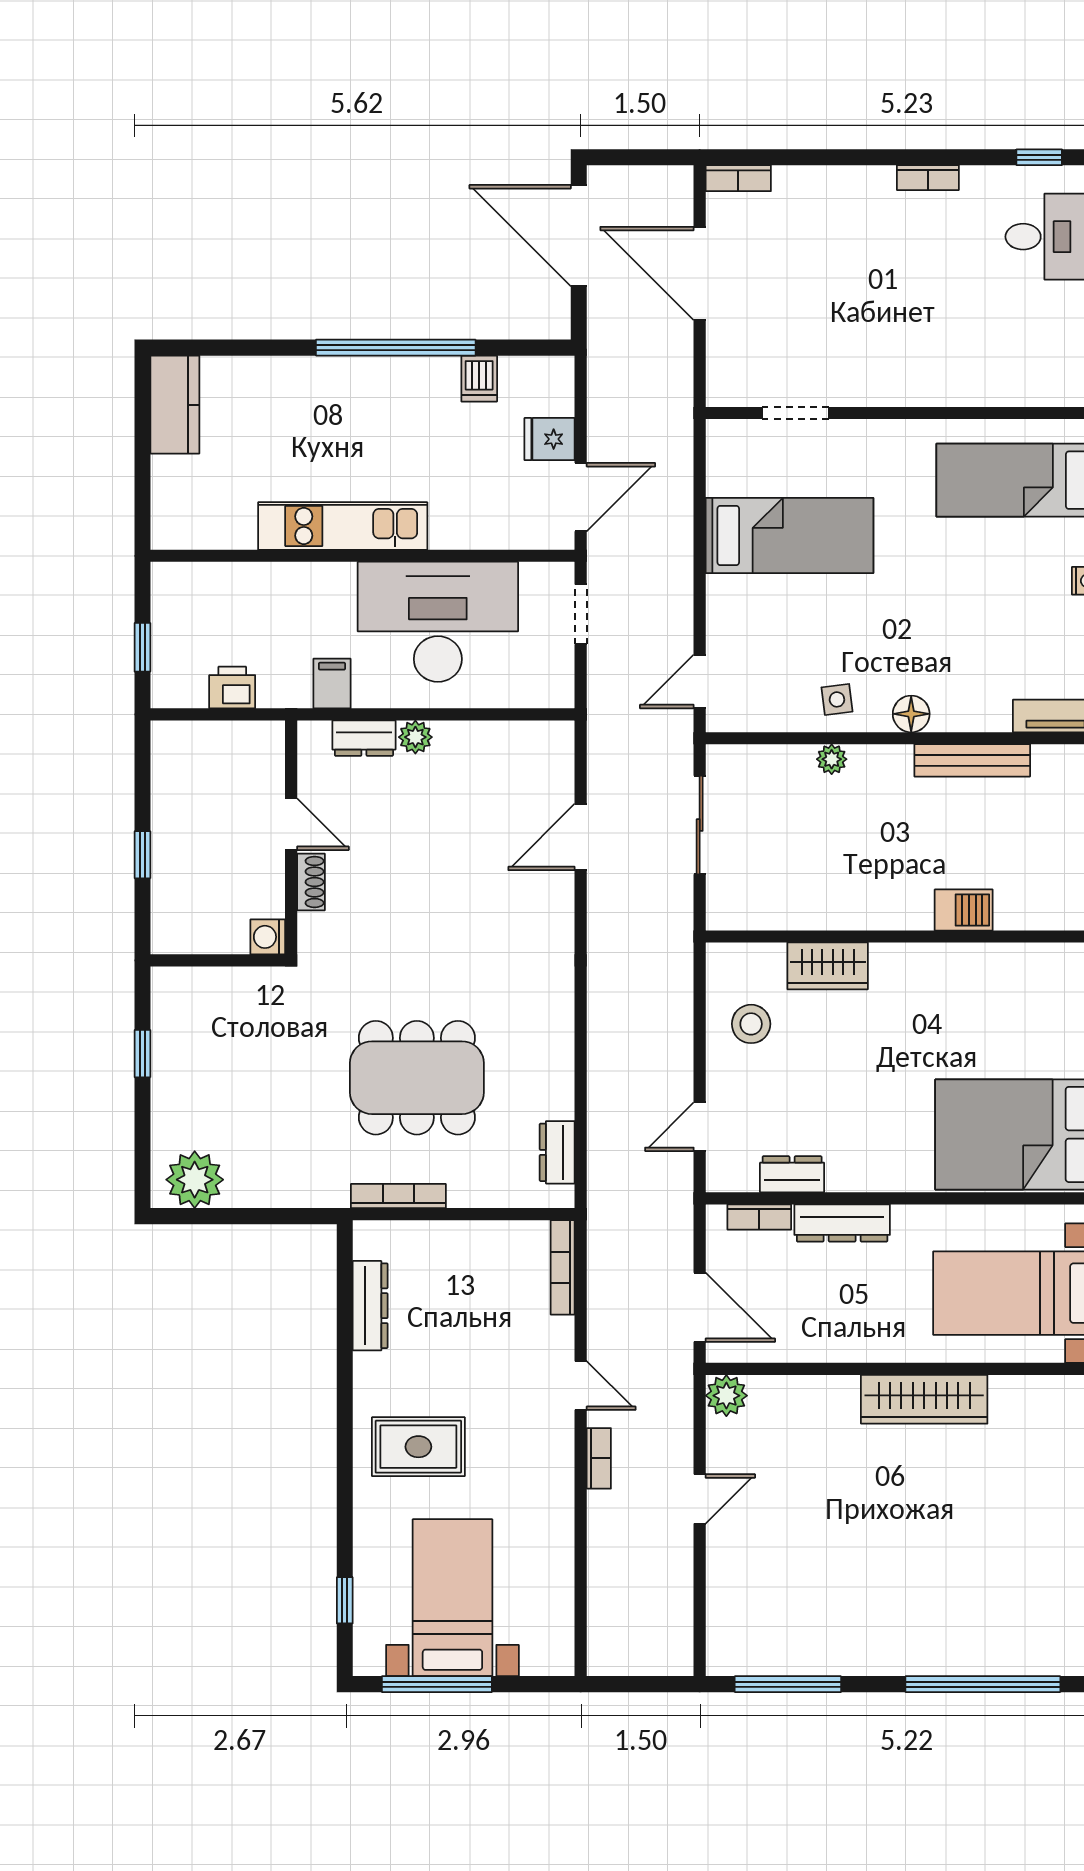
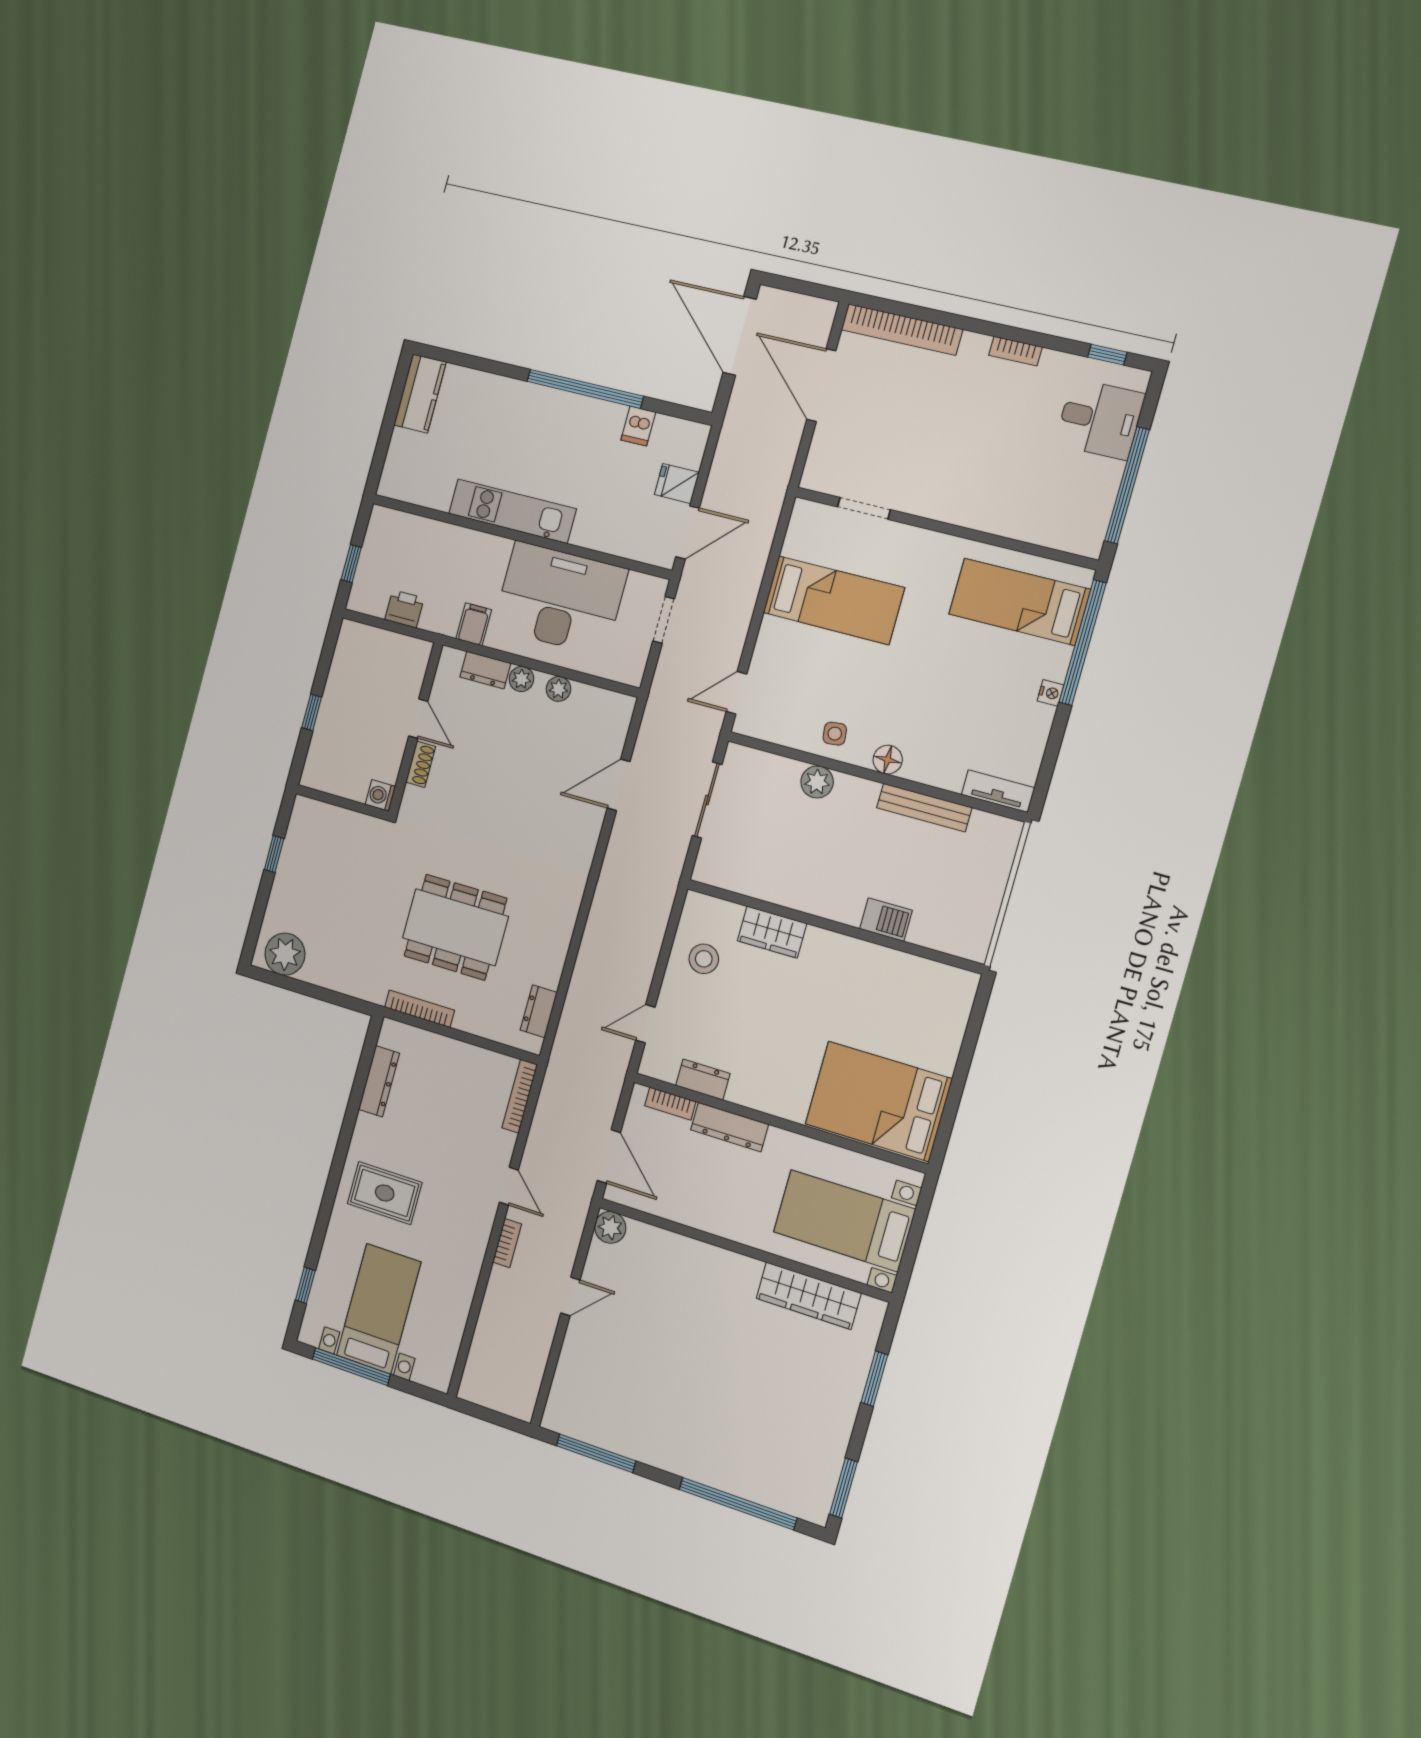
bookcase: (738, 178) -> (902, 330), width x2.31, depth x1.31
plant: (468, 737) -> (558, 689), added
plant: (832, 759) -> (817, 782), width x1.38, depth x1.38
wardrobe: (924, 1399) -> (808, 1296), moved

